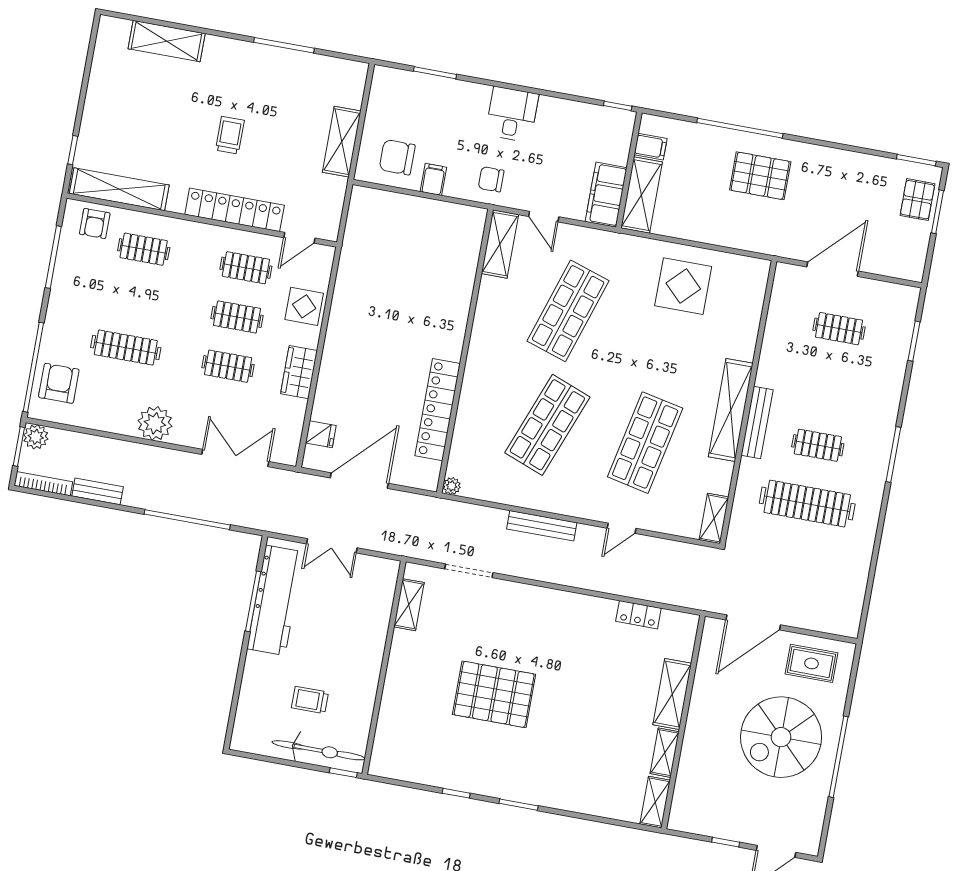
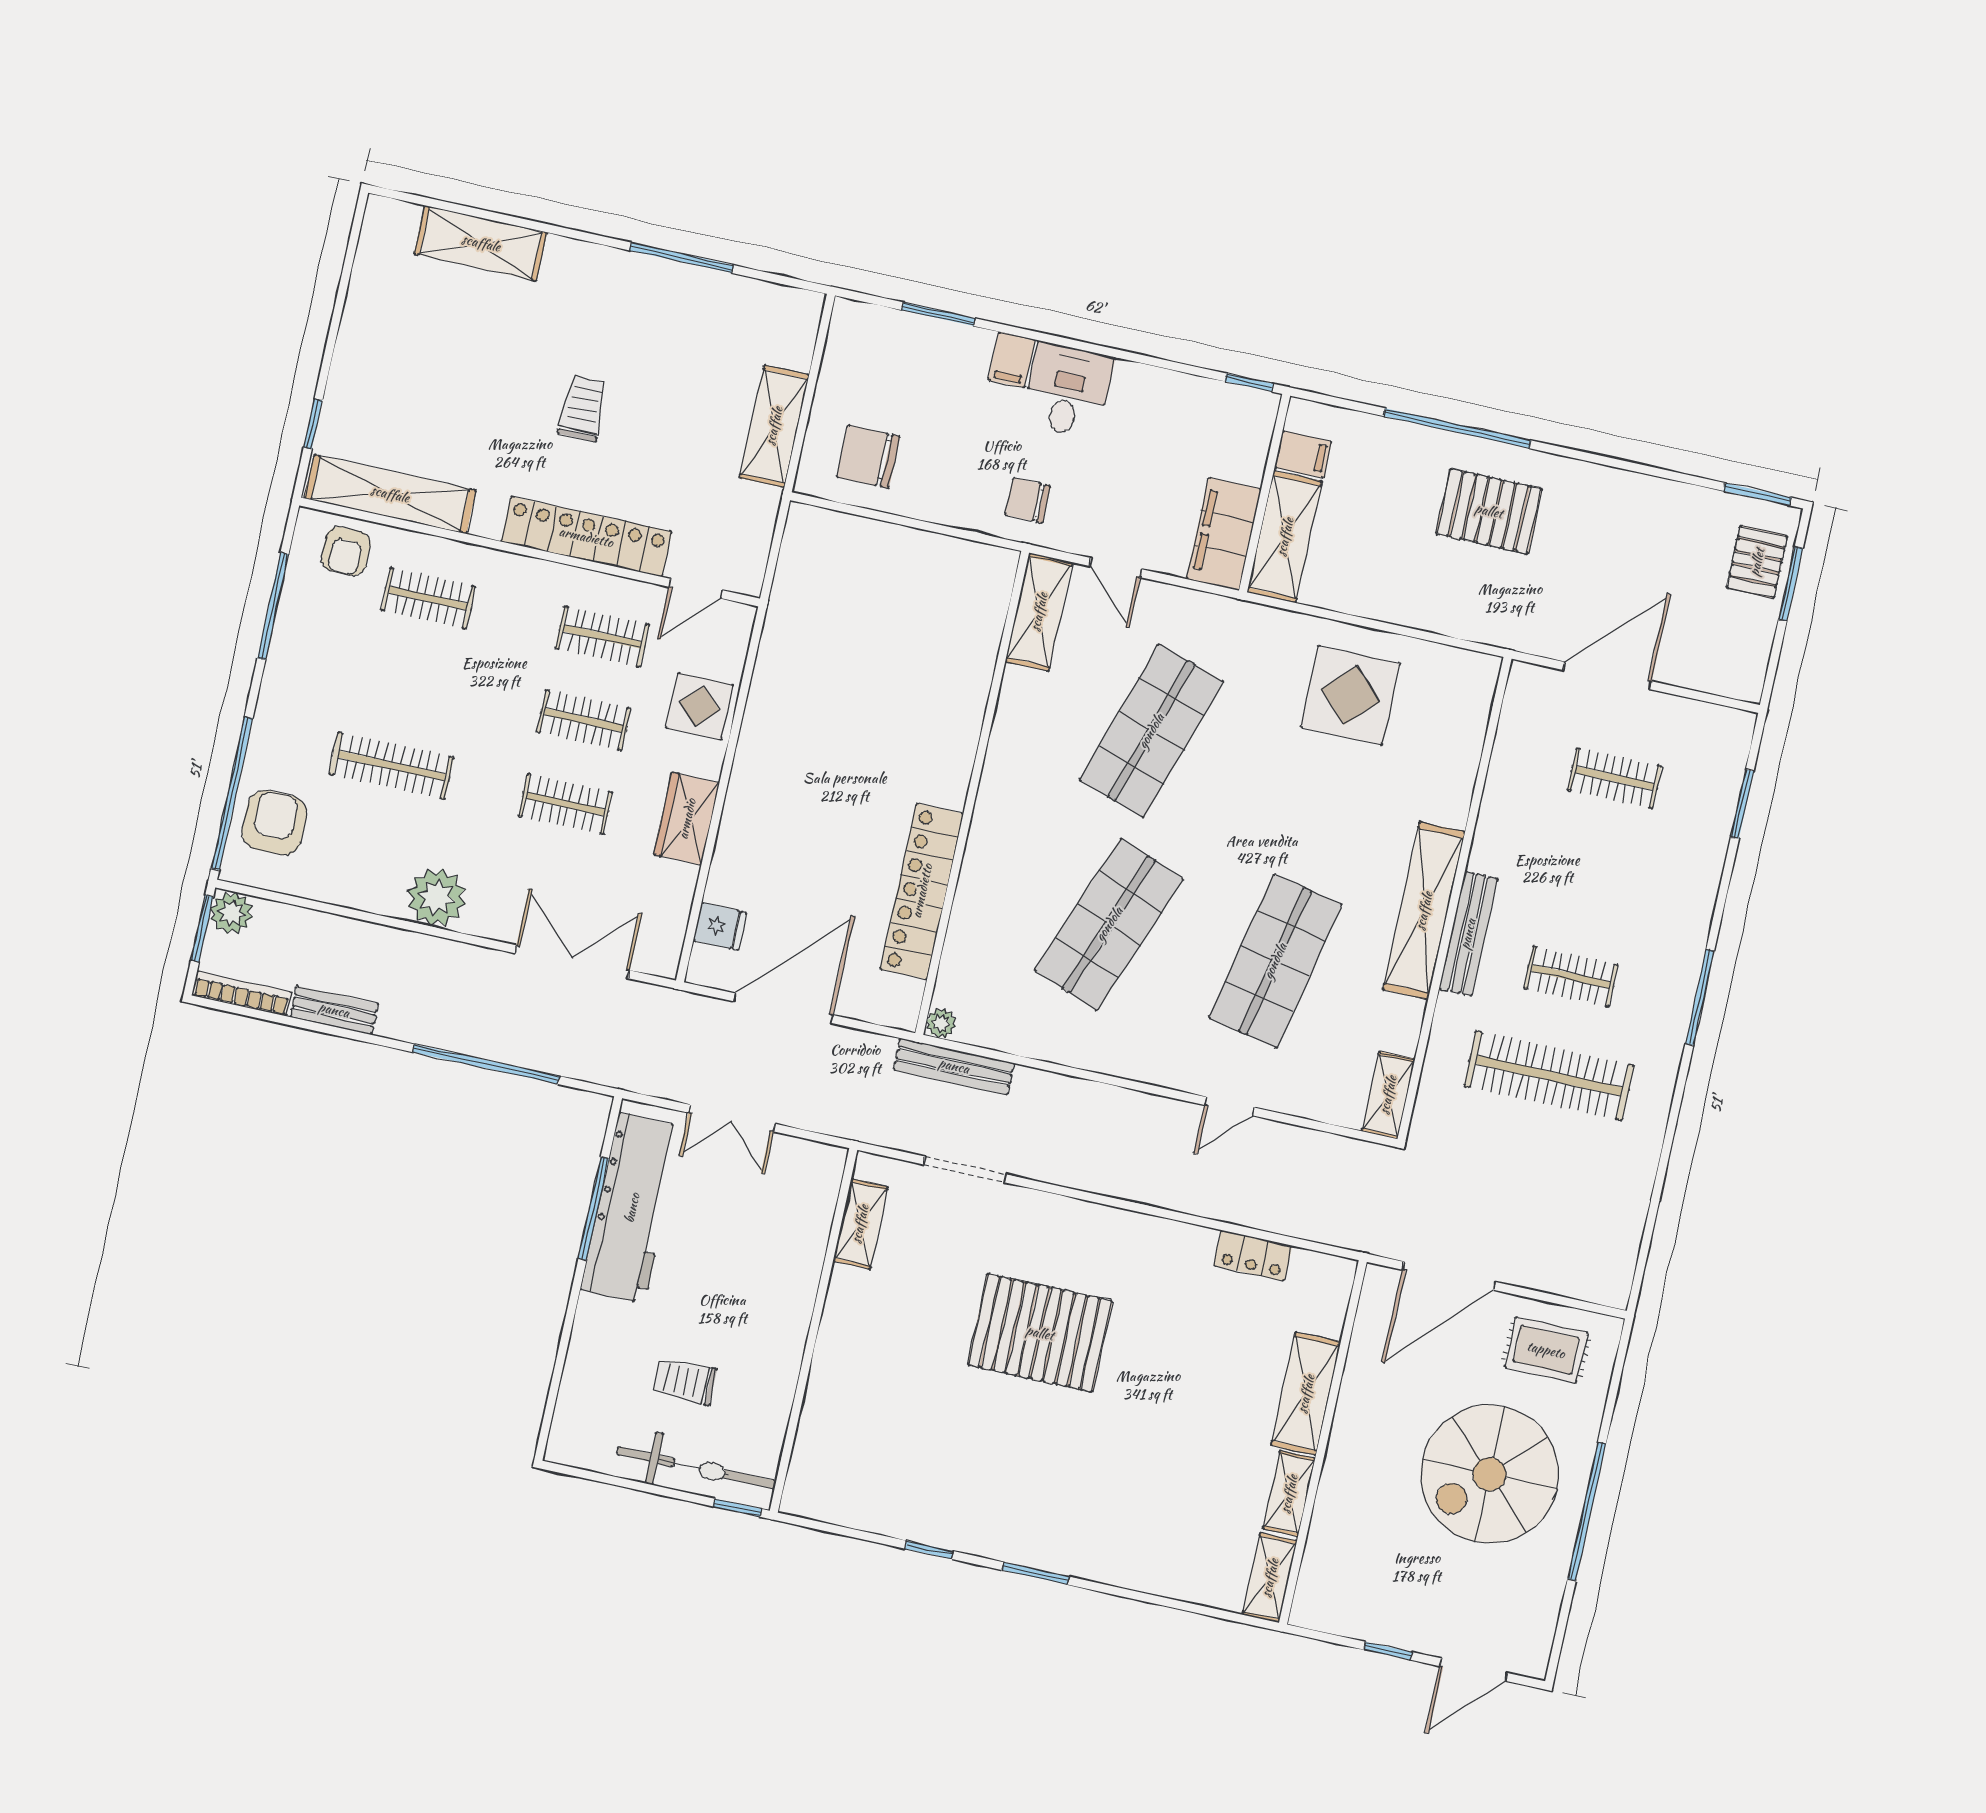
filing cabinet: (433, 179) -> (1012, 360), moved, turned 180
bench: (542, 526) -> (954, 1066), moved
pallet: (494, 694) -> (1040, 1333), moved

